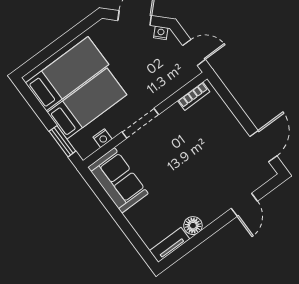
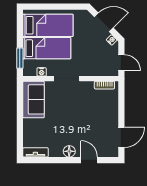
door: (244, 205) -> (89, 160), swing flipped
floor lamp: (193, 226) -> (69, 151), moved

